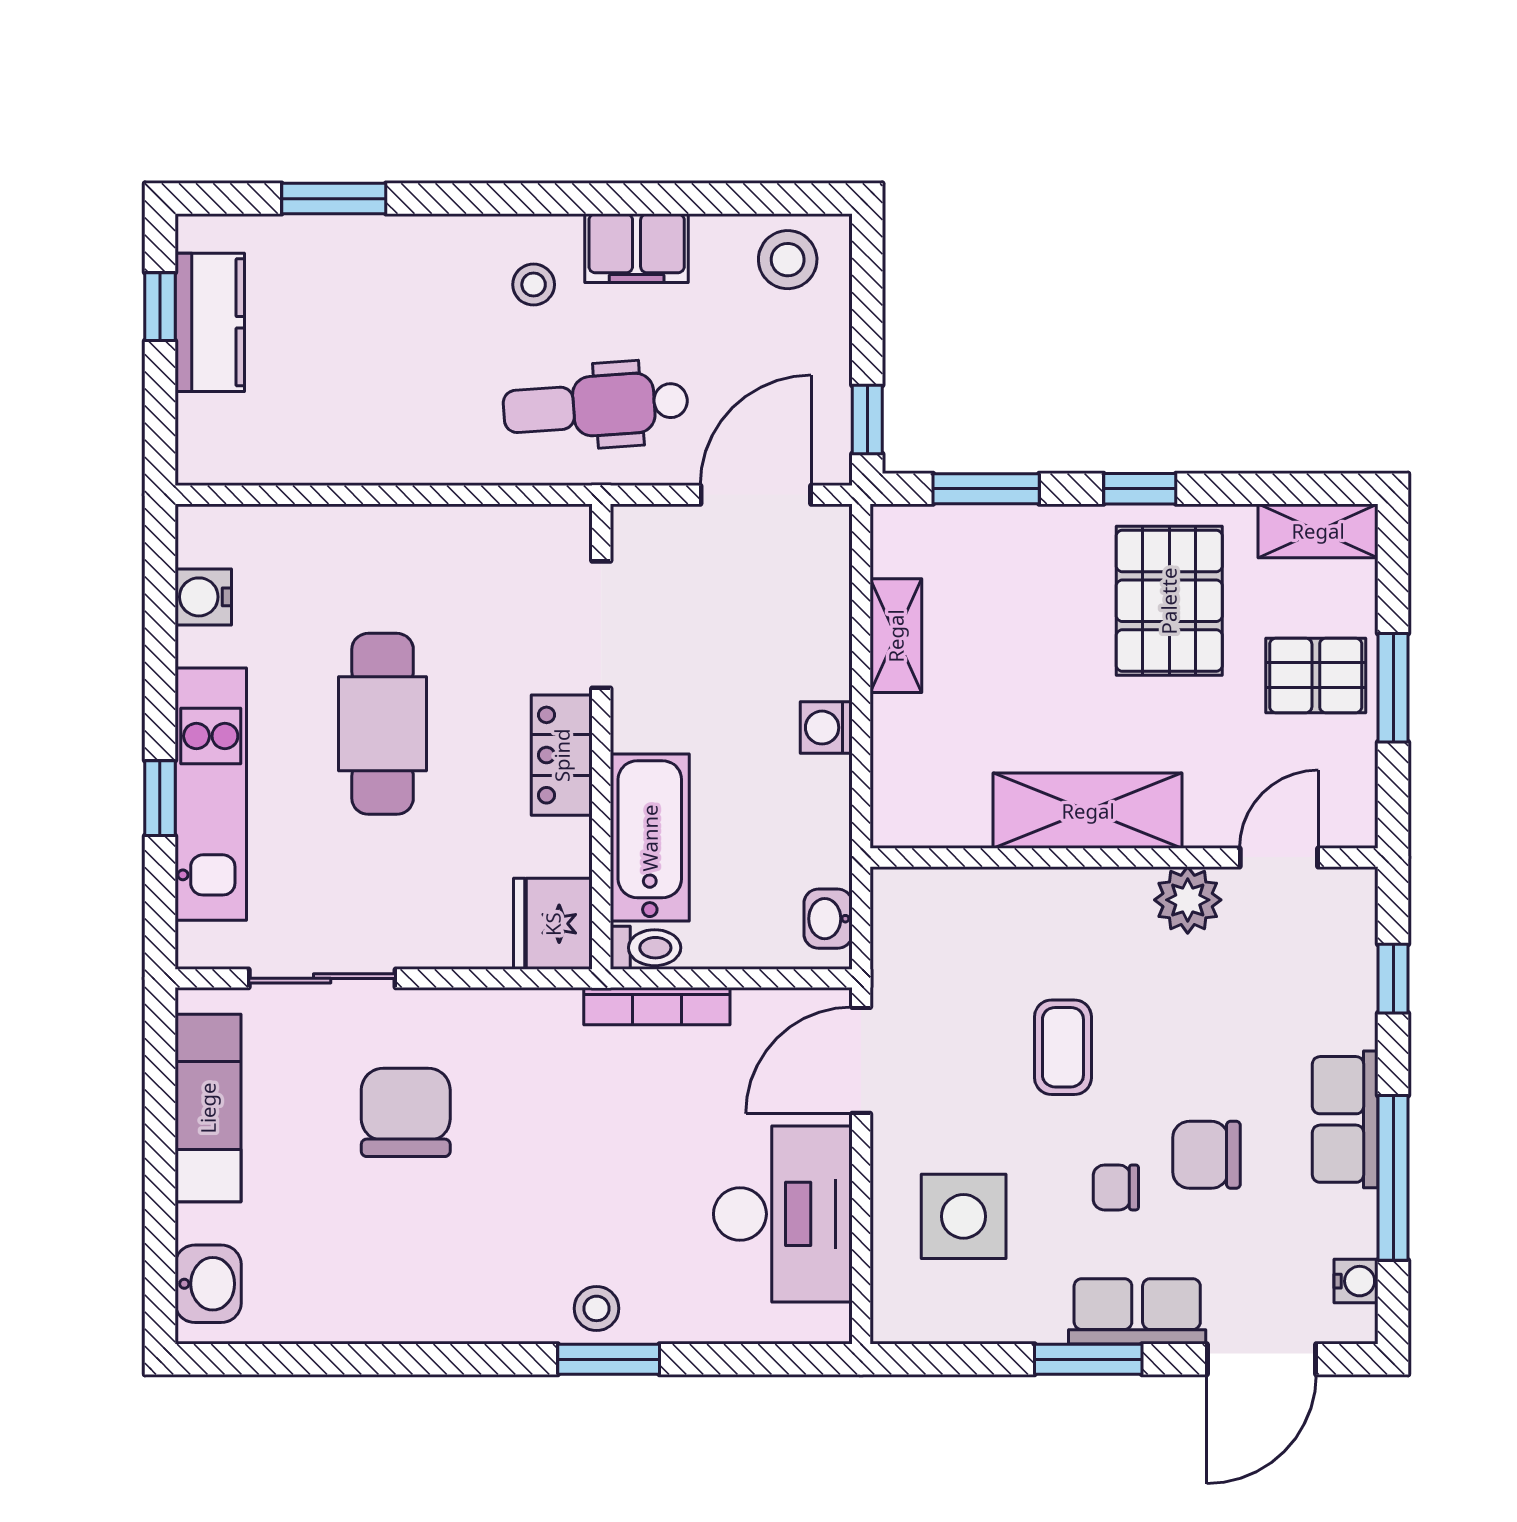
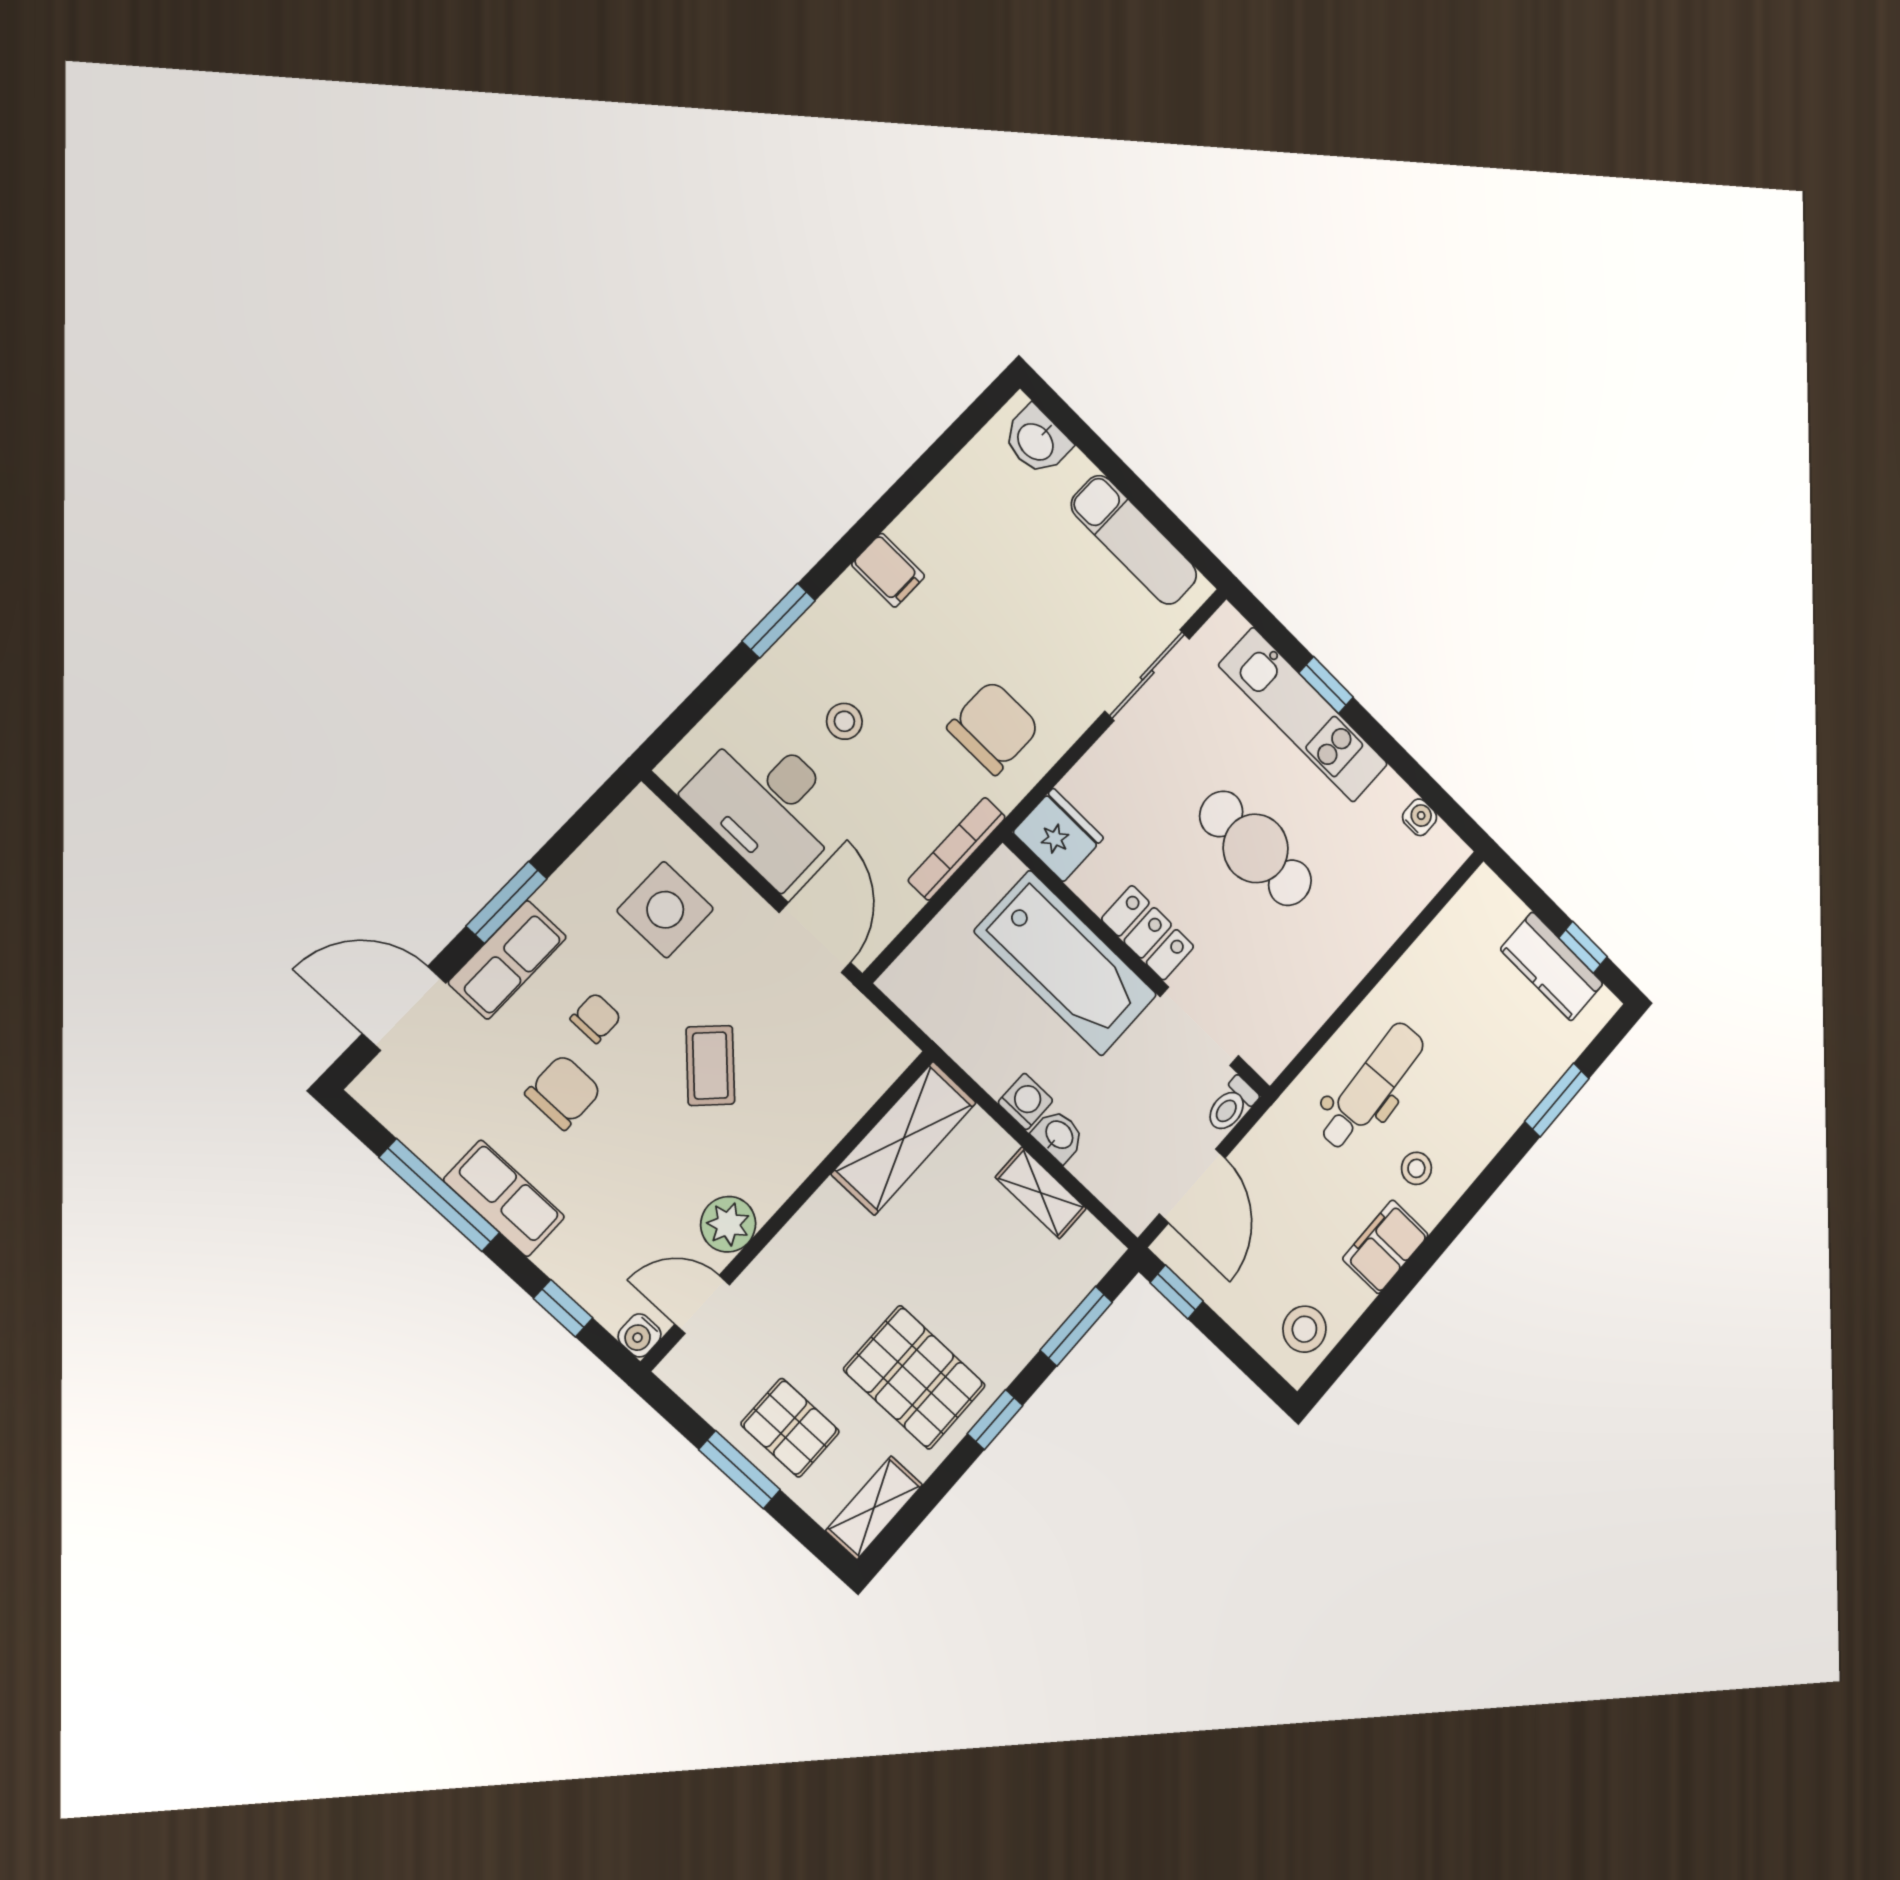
dental chair: (596, 406) -> (1372, 1086), moved
water cooler: (203, 597) -> (1420, 817), width x0.72, depth x0.72
pallet: (1316, 675) -> (790, 1428), turned 90
shelving: (1088, 811) -> (904, 1138), moved
bathtub: (650, 838) -> (1066, 963), width x1.36, depth x1.36
door: (1279, 857) -> (702, 1304), swing flipped
washbasin: (828, 919) -> (1059, 1136), moved
toilet: (646, 948) -> (1231, 1105), moved
coffee table: (1063, 1047) -> (710, 1066), turned 45
chair: (406, 1112) -> (994, 727), moved, turned -90
water cooler: (1356, 1281) -> (640, 1335), moved
filing cabinet: (465, 1306) -> (888, 570), added
stool: (597, 1308) -> (844, 721), moved
door: (1261, 1359) -> (404, 1008), hinge flipped

